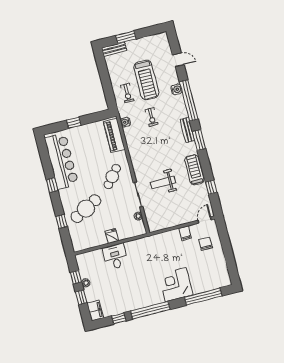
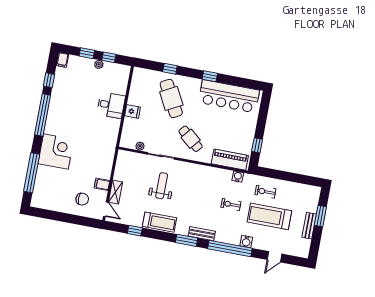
bench: (114, 49) -> (309, 226), moved
window: (74, 123) -> (257, 145), moved
shelving: (186, 219) -> (115, 192), added
filing cabinet: (95, 311) -> (62, 60), width x0.50

